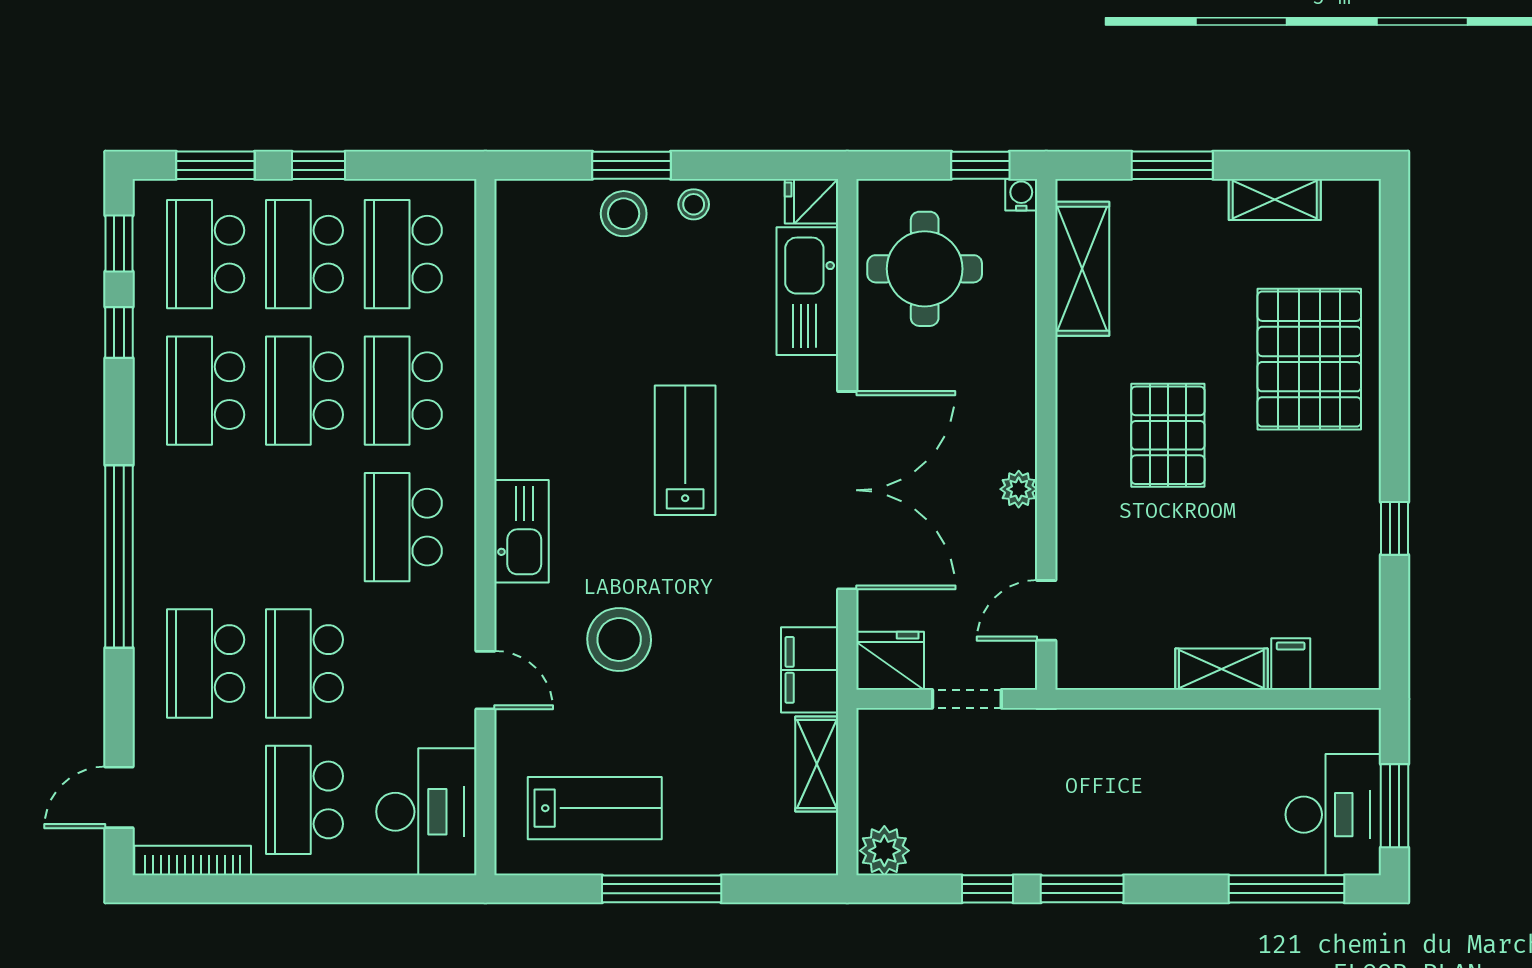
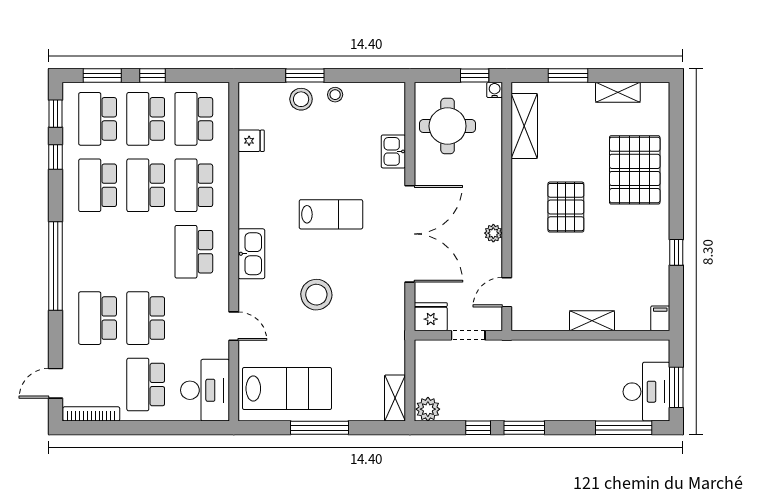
fridge: (812, 201) -> (251, 141), moved, turned 180
kitchen sink: (807, 291) -> (393, 151), width x0.53, depth x0.81
lab bench: (685, 450) -> (331, 214), turned 90
stool: (619, 639) -> (316, 295), moved
filing cabinet: (1291, 664) -> (660, 318), moved
filing cabinet: (810, 670) -> (392, 321), removed
shelving: (817, 764) -> (395, 398), moved
lab bench: (595, 808) -> (287, 389), width x1.36, depth x1.39

